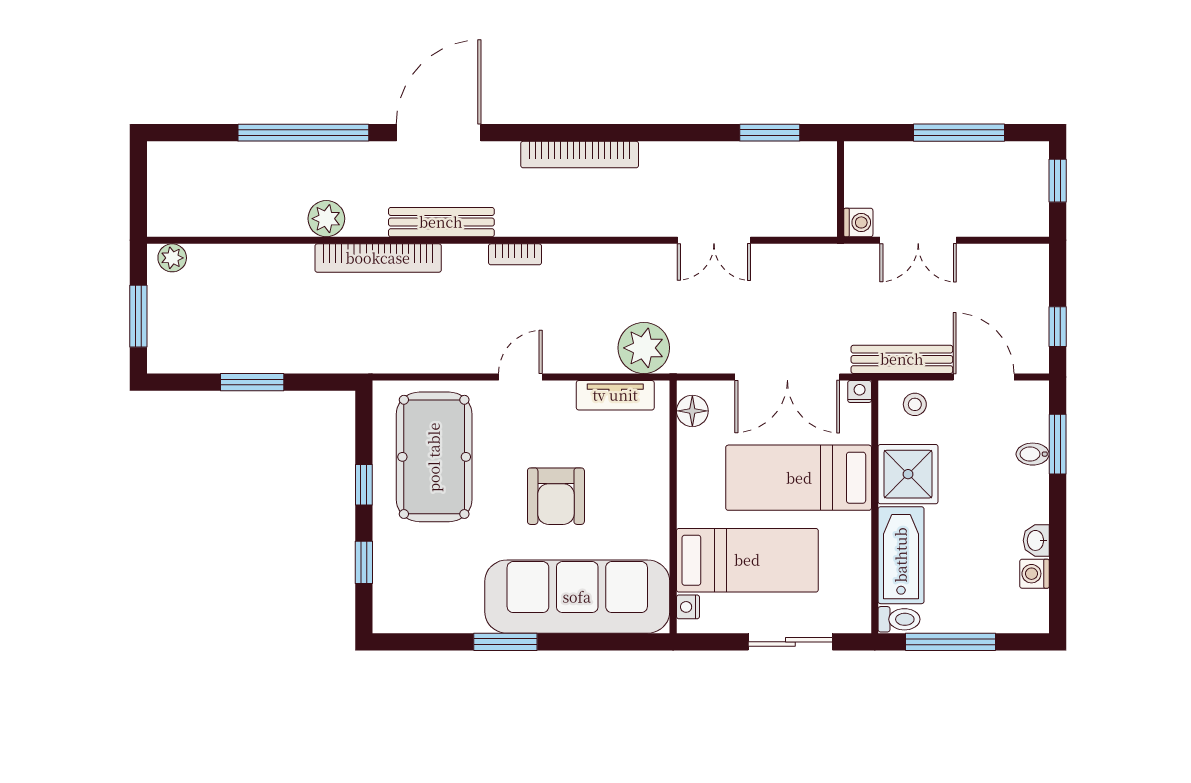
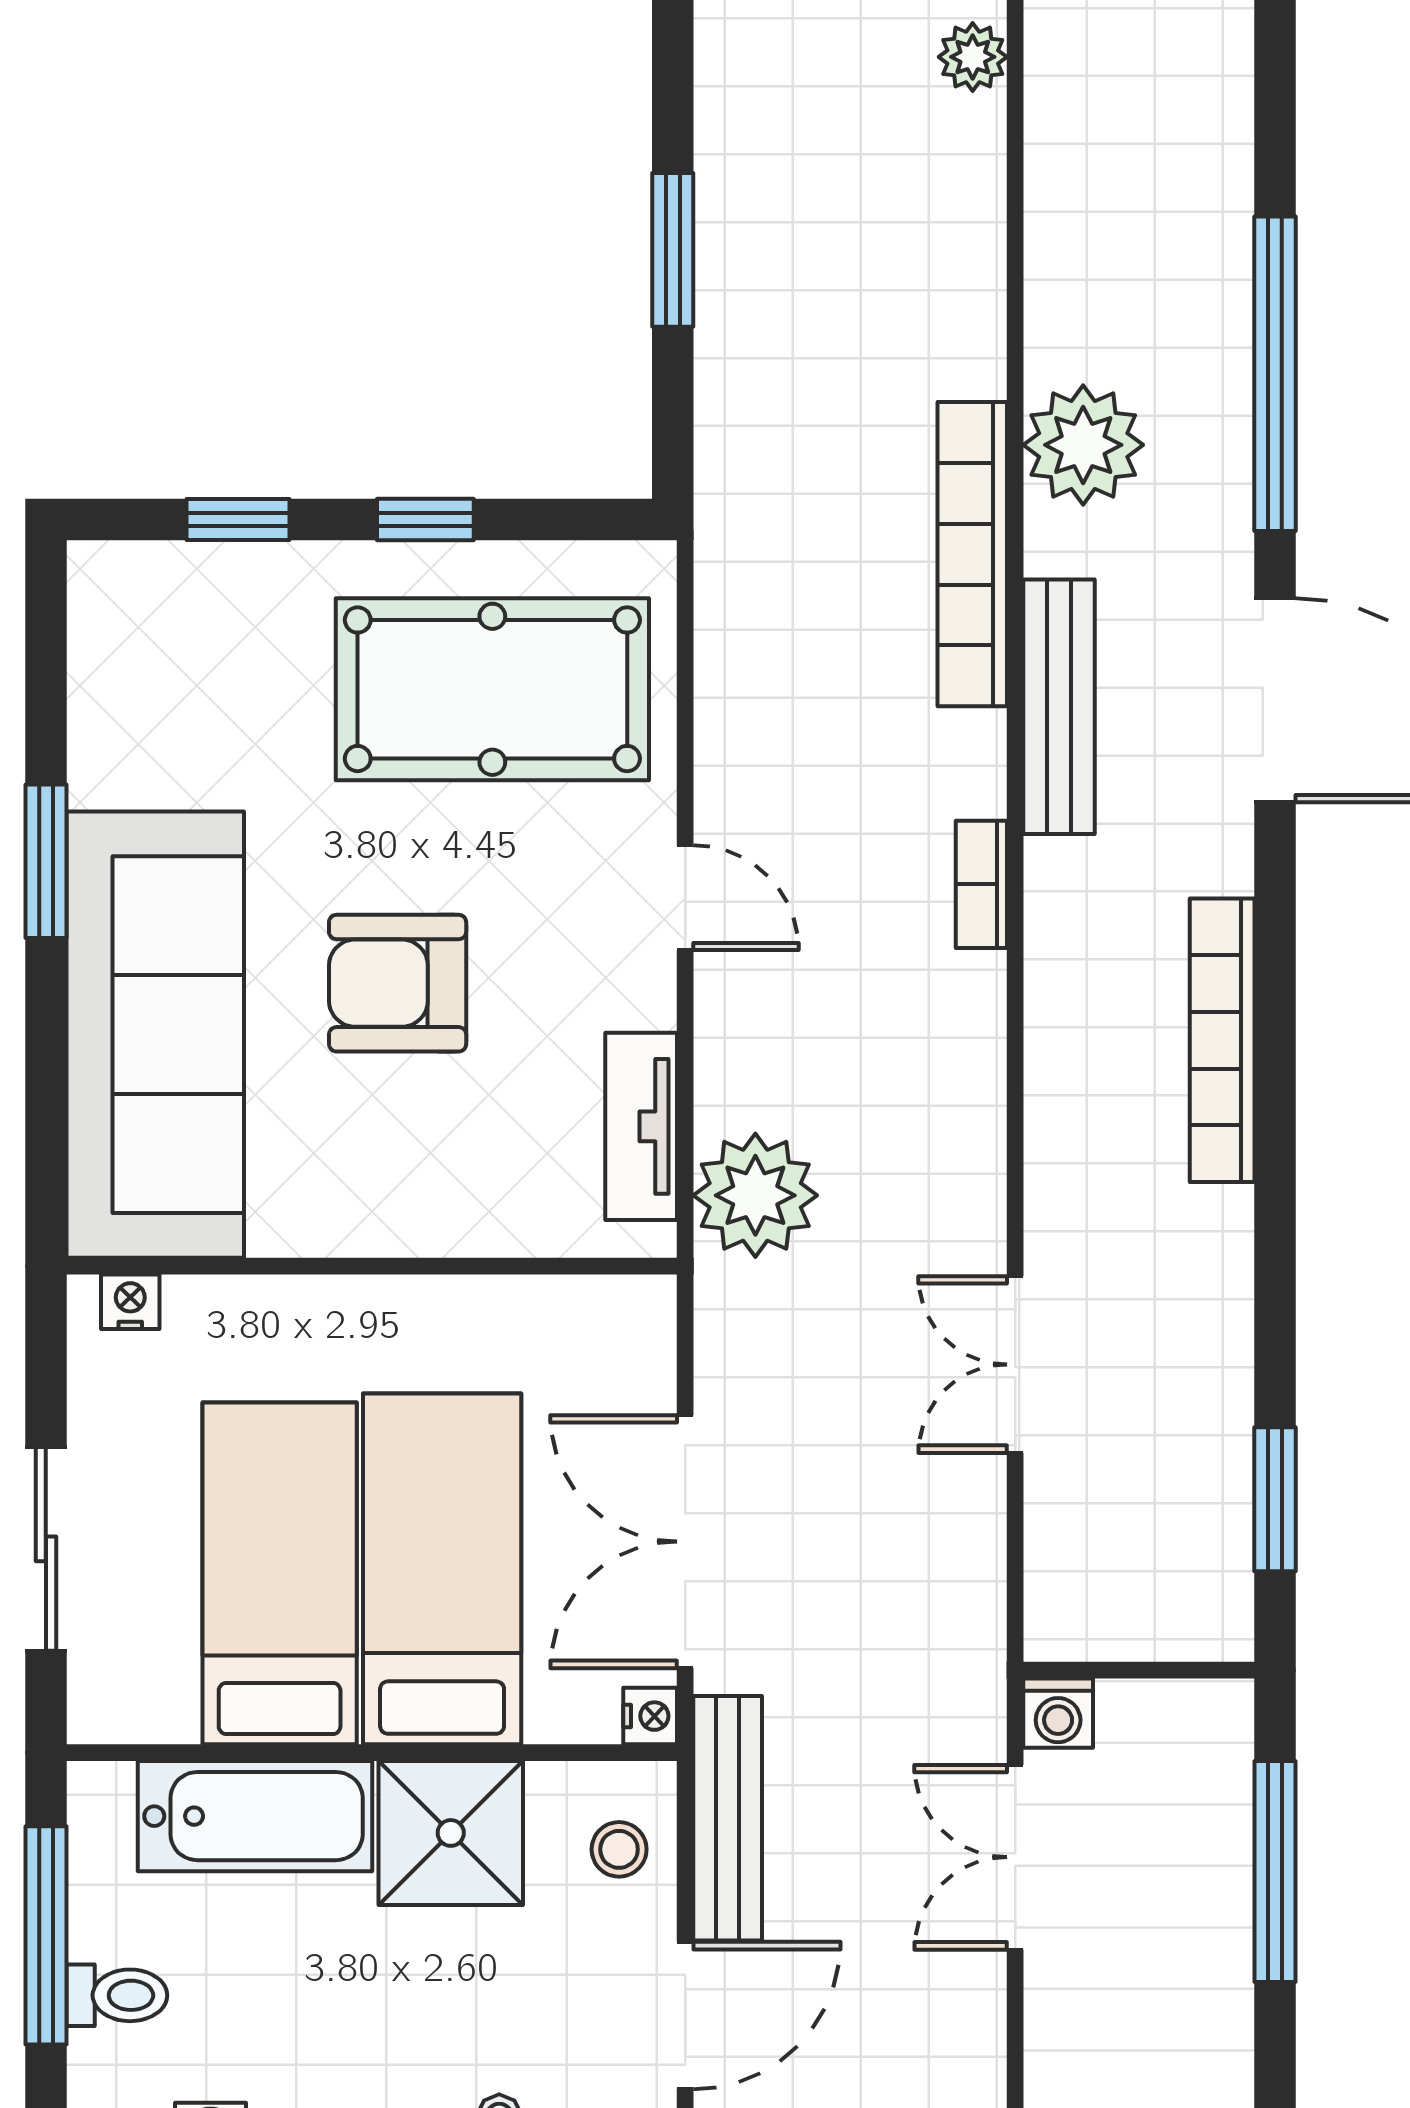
window: (959, 133) -> (1275, 1871), moved
plant: (326, 219) -> (1083, 445), width x1.36, depth x1.36
floor lamp: (692, 411) -> (603, 1312), removed
bed: (747, 560) -> (280, 1573), moved, turned 180
toilet: (899, 619) -> (117, 1995), moved, turned -90

